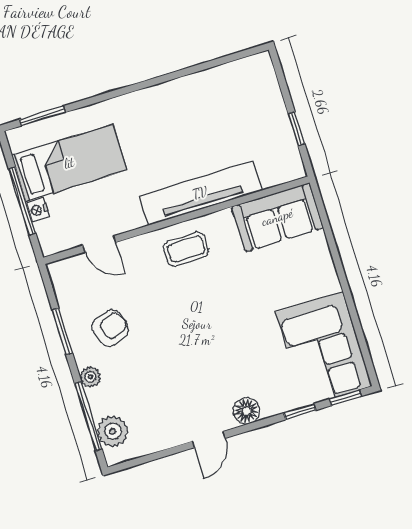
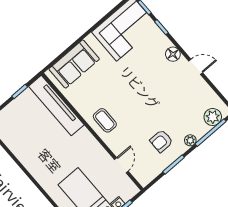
tv unit: (200, 193) -> (56, 106), moved
sofa: (277, 217) -> (74, 64), moved, turned 90
armchair: (110, 328) -> (161, 141), turned -71

